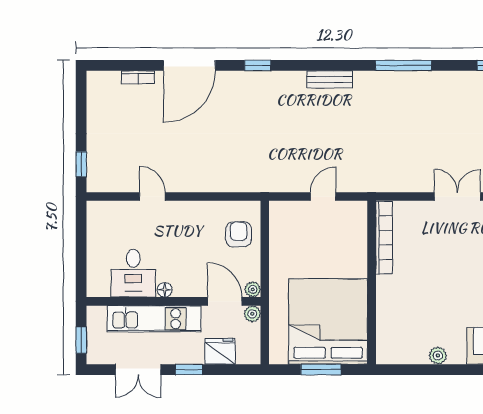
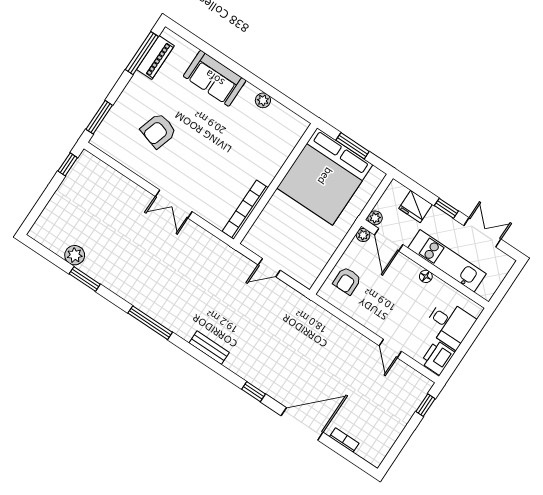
printer: (100, 218) -> (438, 358), added
desk: (133, 273) -> (450, 324), moved, turned 90
window: (81, 340) -> (509, 280), removed

